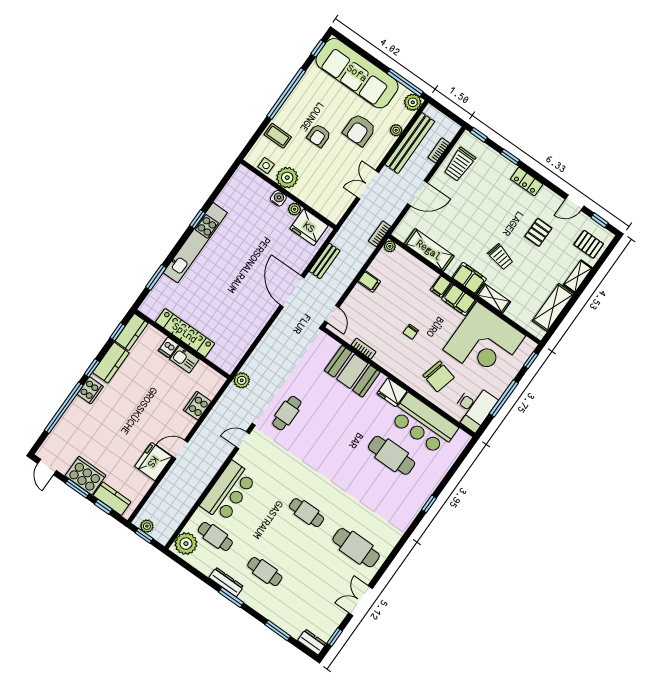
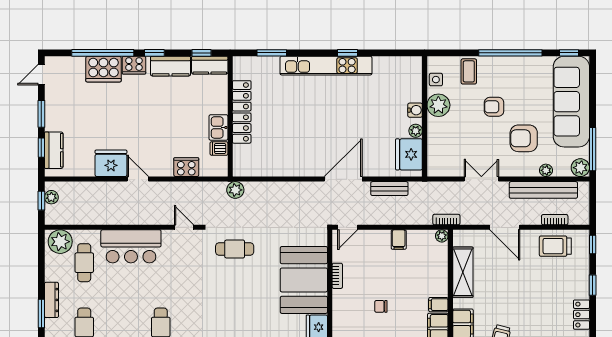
dishwasher: (168, 347) -> (219, 148), moved
booth: (352, 371) -> (304, 280), width x1.36, depth x1.42
cooker: (85, 475) -> (103, 69), moved, turned 90

